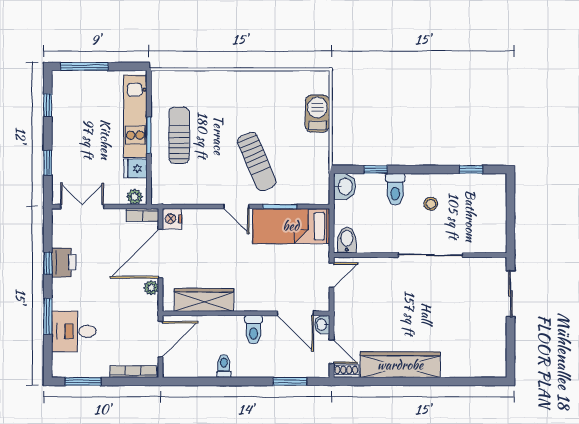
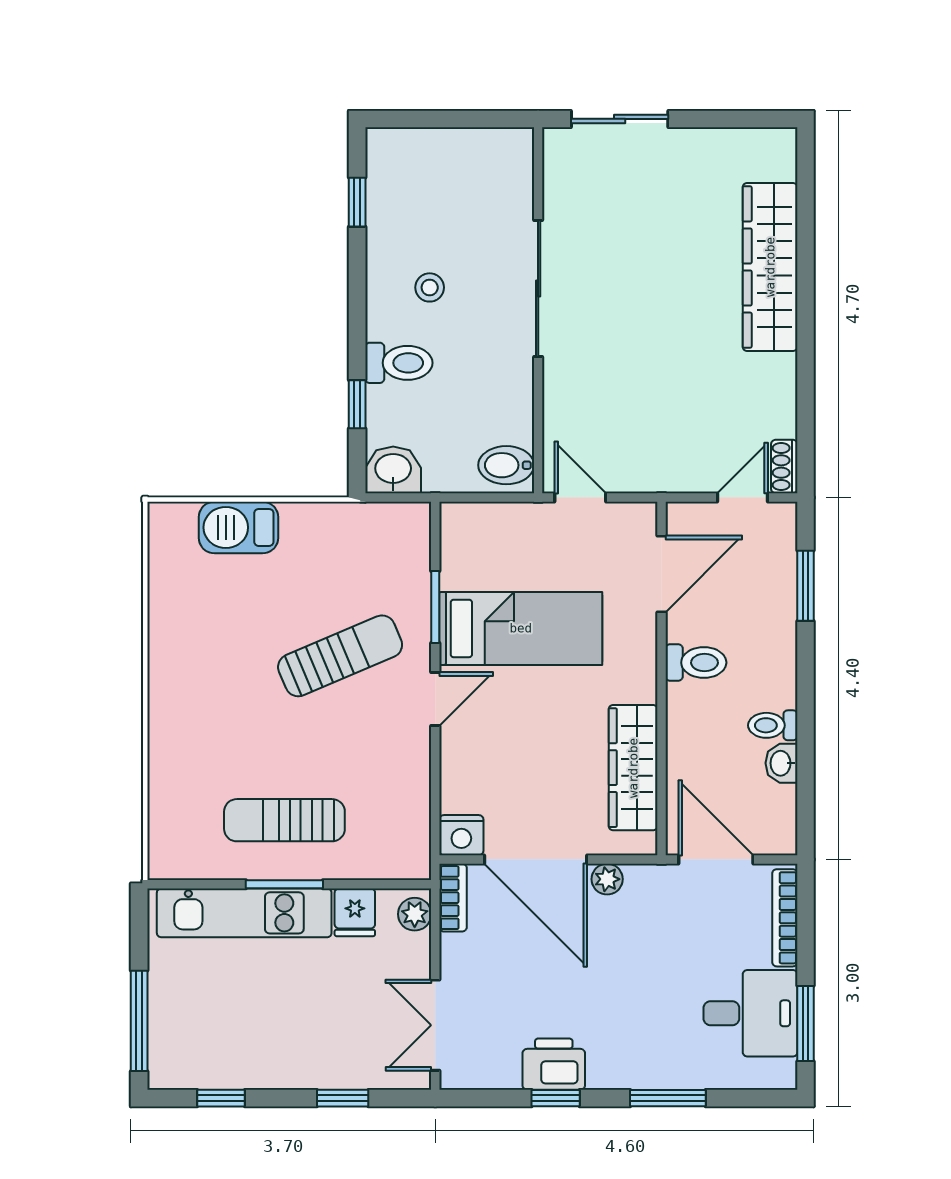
bed: (291, 226) -> (521, 628), moved, turned -90
washbasin: (322, 325) -> (781, 763), moved, turned 90
desk: (74, 331) -> (750, 1013), moved, turned -90
wardrobe: (400, 365) -> (770, 267), moved

